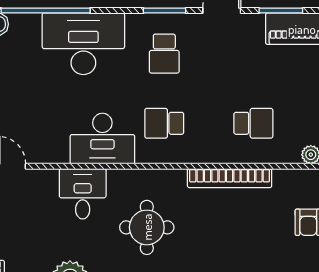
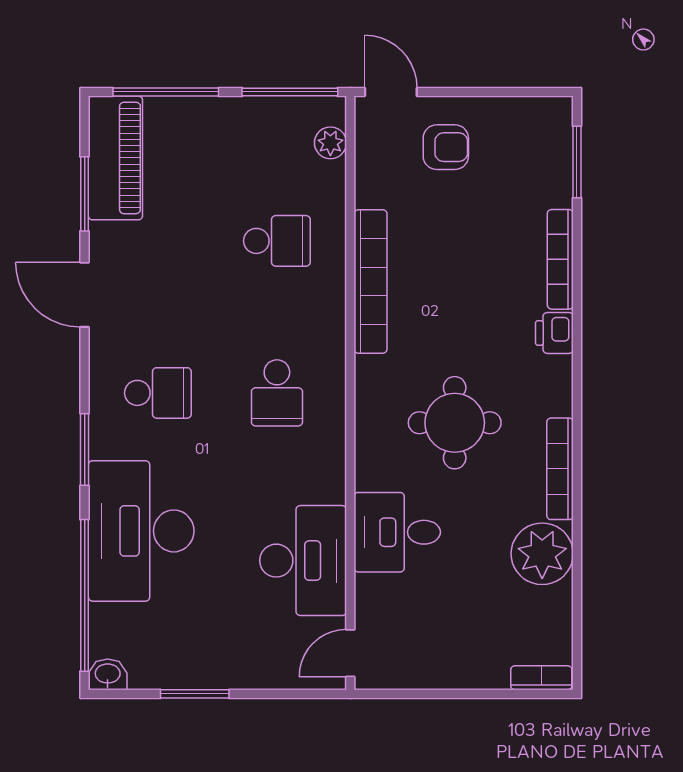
window: (165, 11) -> (85, 450), moved
school desk: (253, 123) -> (277, 241), turned 90
desk: (102, 139) -> (303, 561), moved

